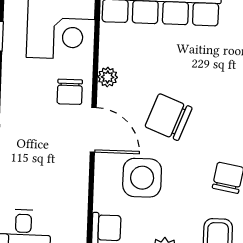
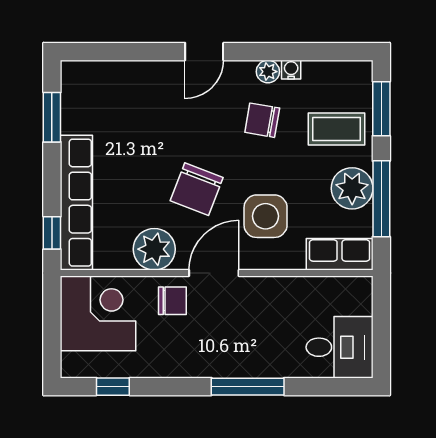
plant: (108, 77) -> (154, 249), width x1.88, depth x1.88

